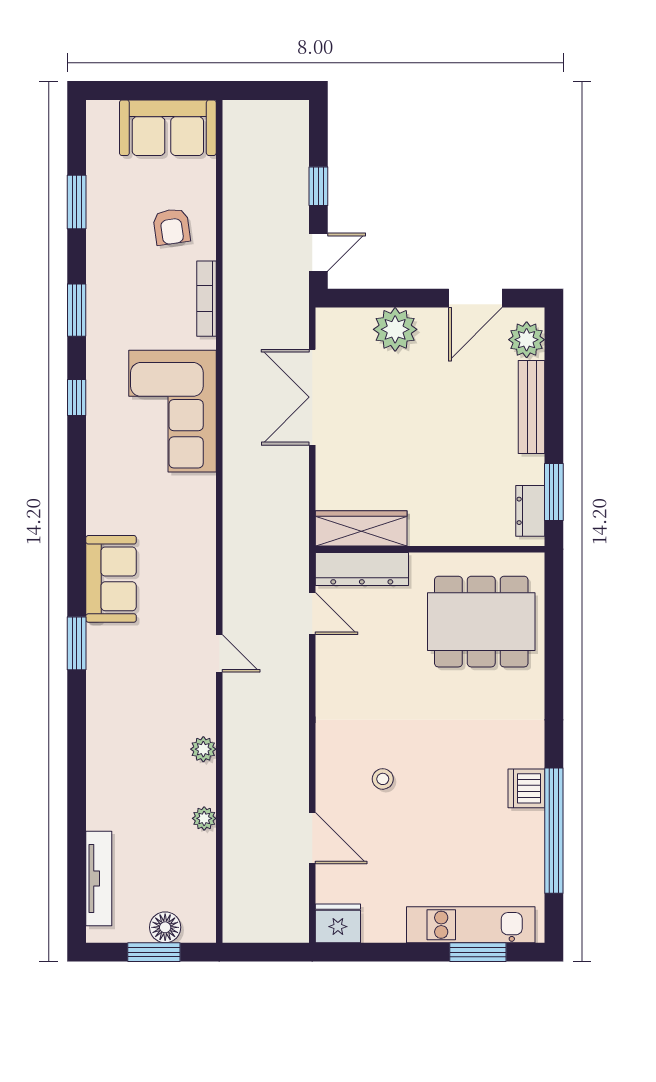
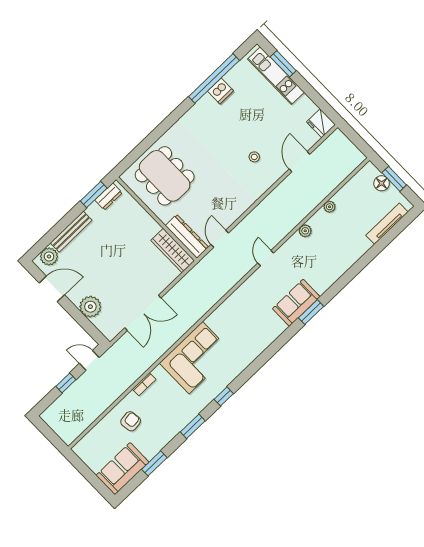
sofa: (168, 128) -> (122, 469), moved, turned -90
bookcase: (206, 299) -> (144, 384), width x0.64
sofa: (111, 579) -> (296, 303), moved
dishwasher: (526, 788) -> (220, 91), moved

